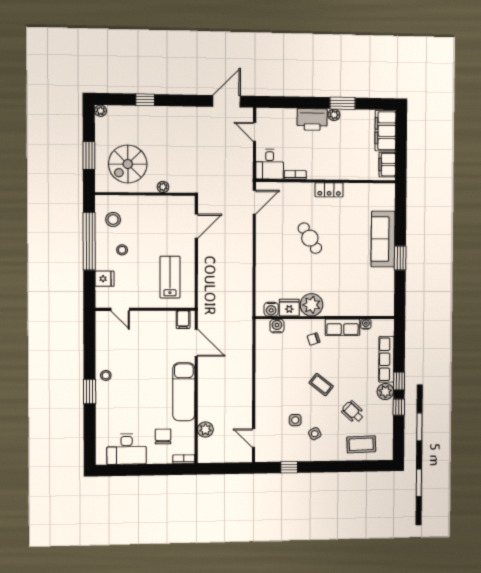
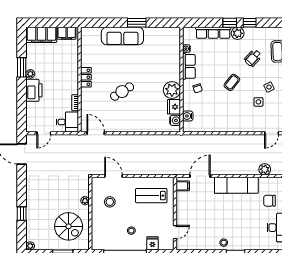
stool: (113, 220) -> (110, 202), moved

